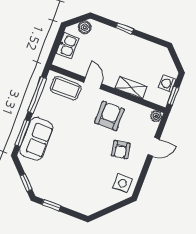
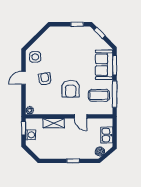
coffee table: (66, 88) -> (99, 95), moved
armchair: (110, 116) -> (71, 89), moved
door: (154, 147) -> (24, 78), moved

